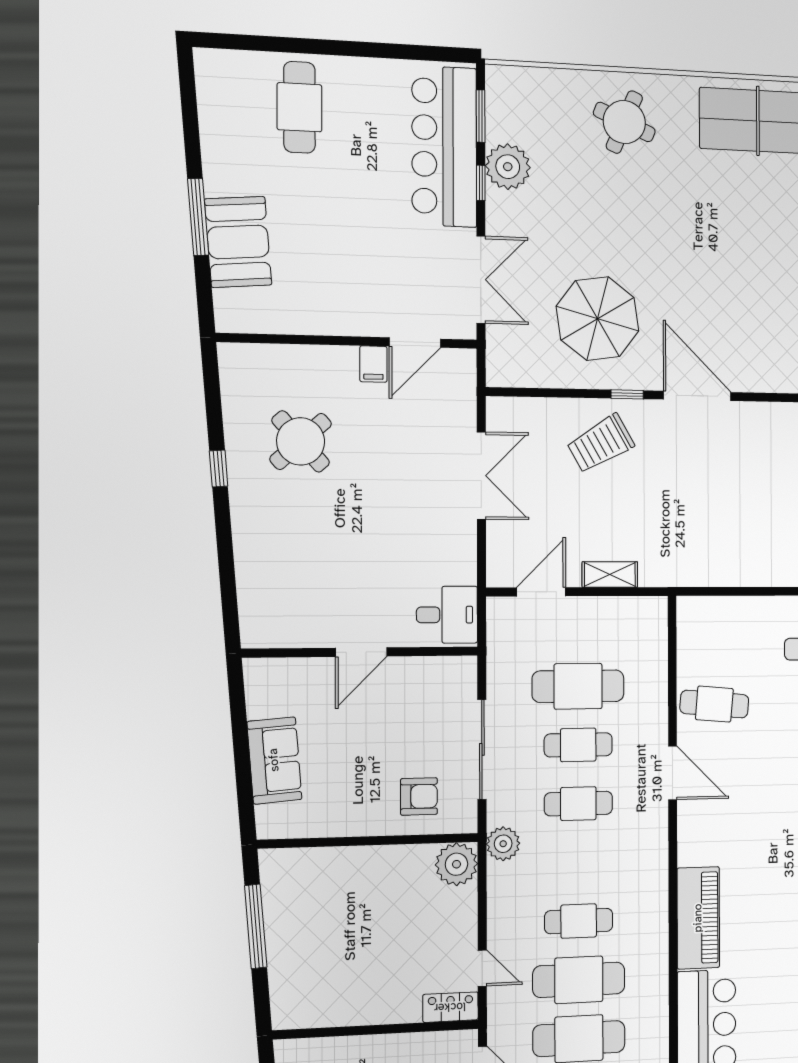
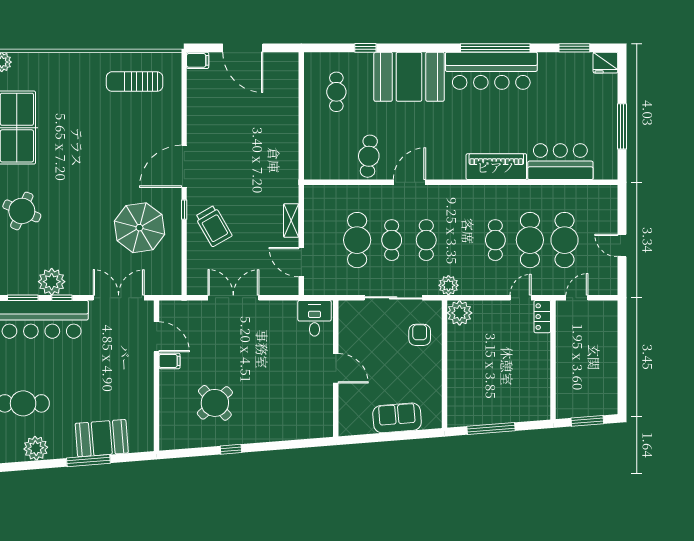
plant: (220, 125) -> (36, 448), added

